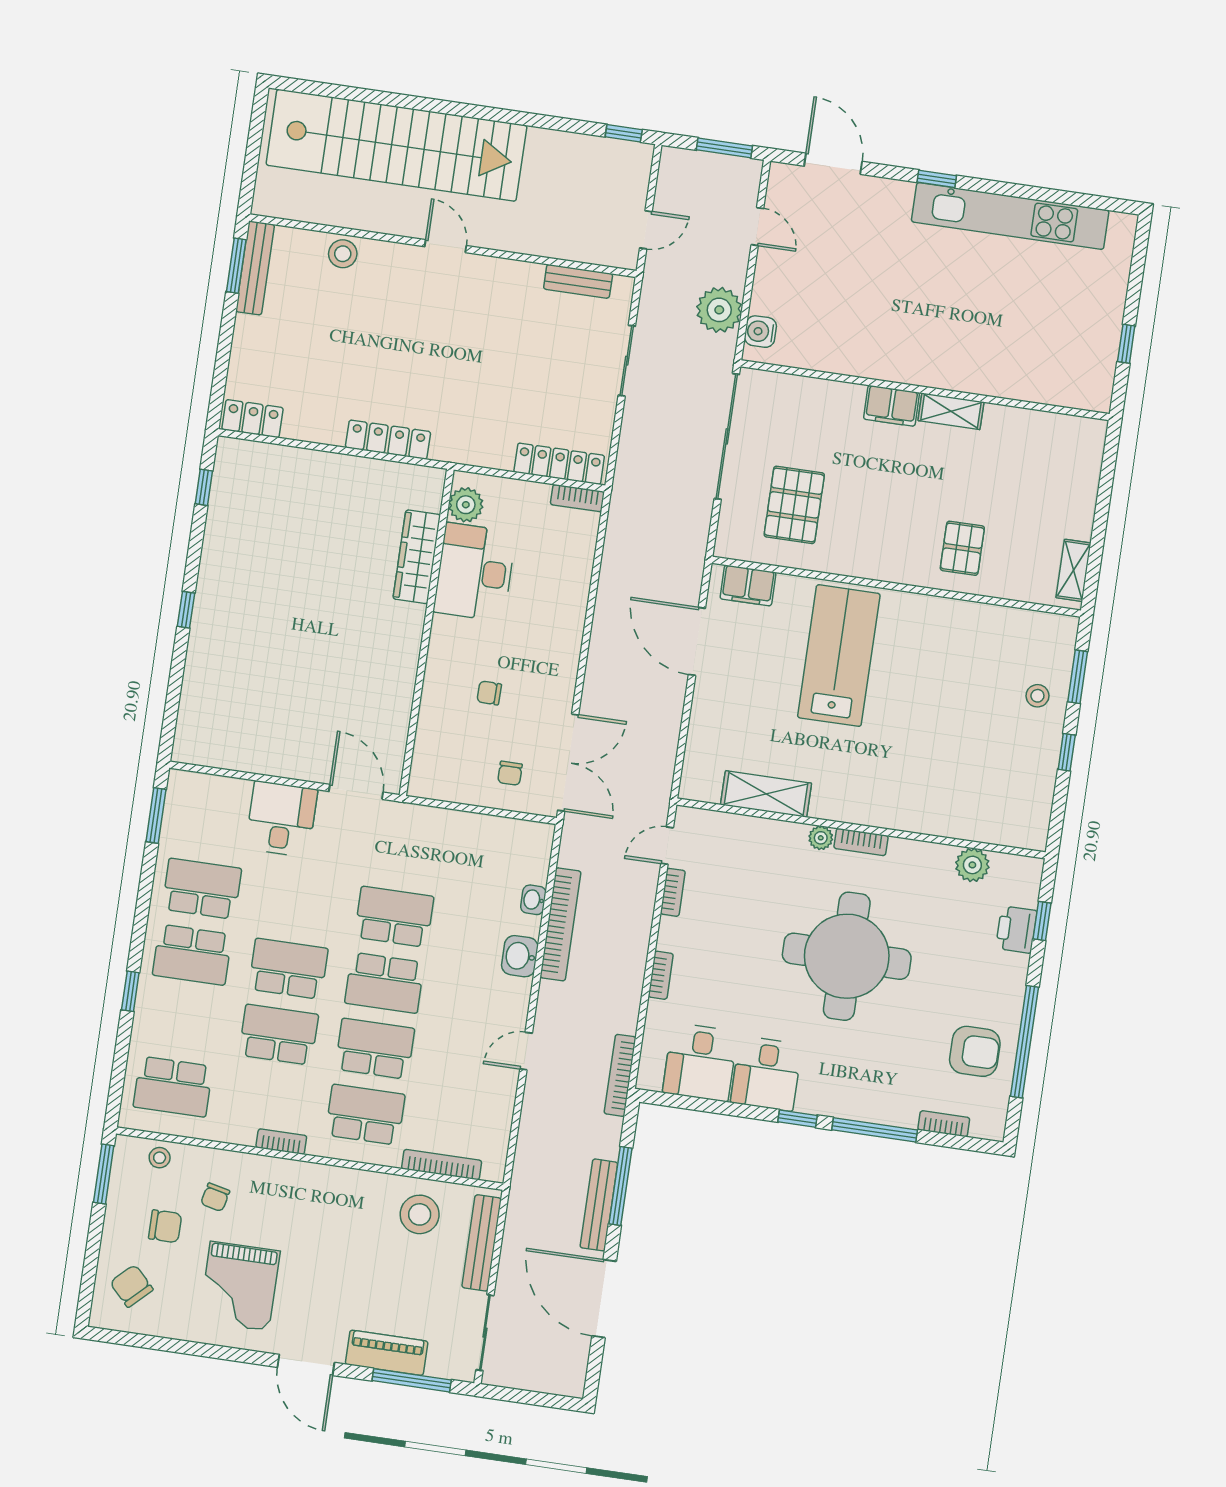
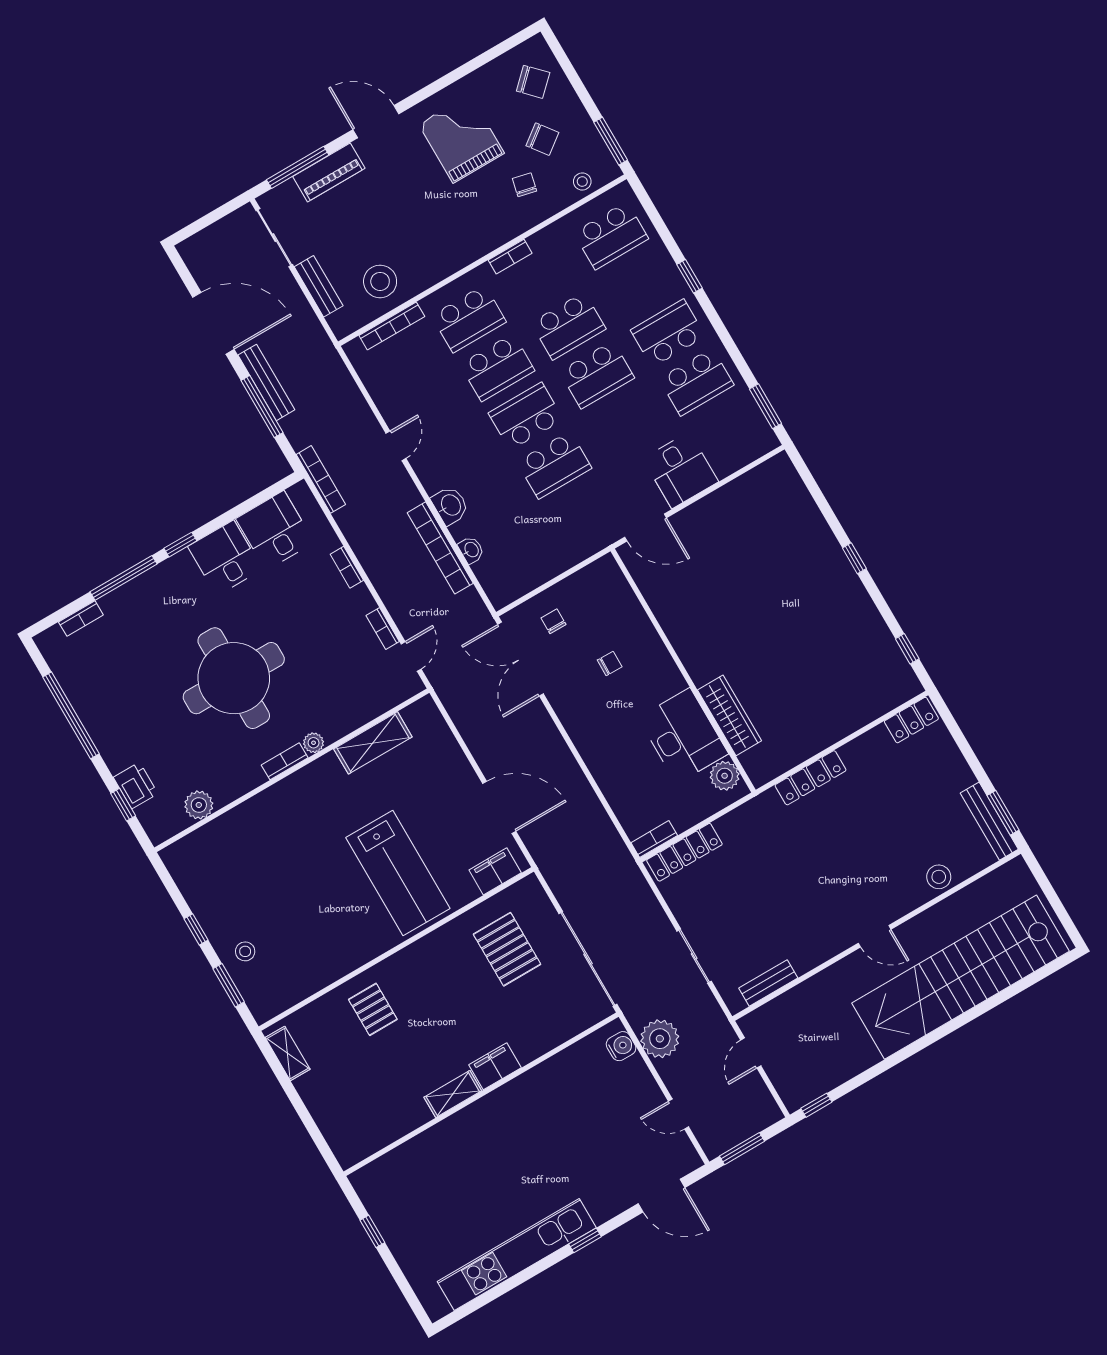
armchair: (975, 1051) -> (99, 683), removed
school desk: (173, 1087) -> (611, 236), turned 180
chair: (165, 1226) -> (542, 139), turned -127
bench: (482, 1243) -> (319, 286), width x0.73

